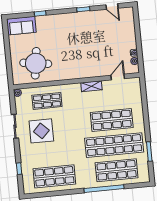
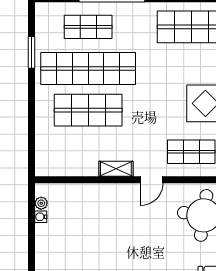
door: (118, 77) -> (152, 180), moved
shop shelf: (117, 170) -> (88, 27), width x0.70, depth x0.74

